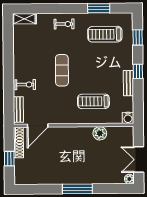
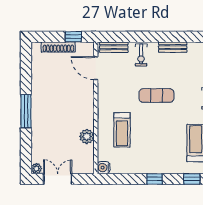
bench: (128, 83) -> (173, 47), moved
treadmill: (93, 101) -> (122, 130), turned 180
shoe rack: (18, 143) -> (58, 47), moved
window: (9, 159) -> (73, 37), moved

